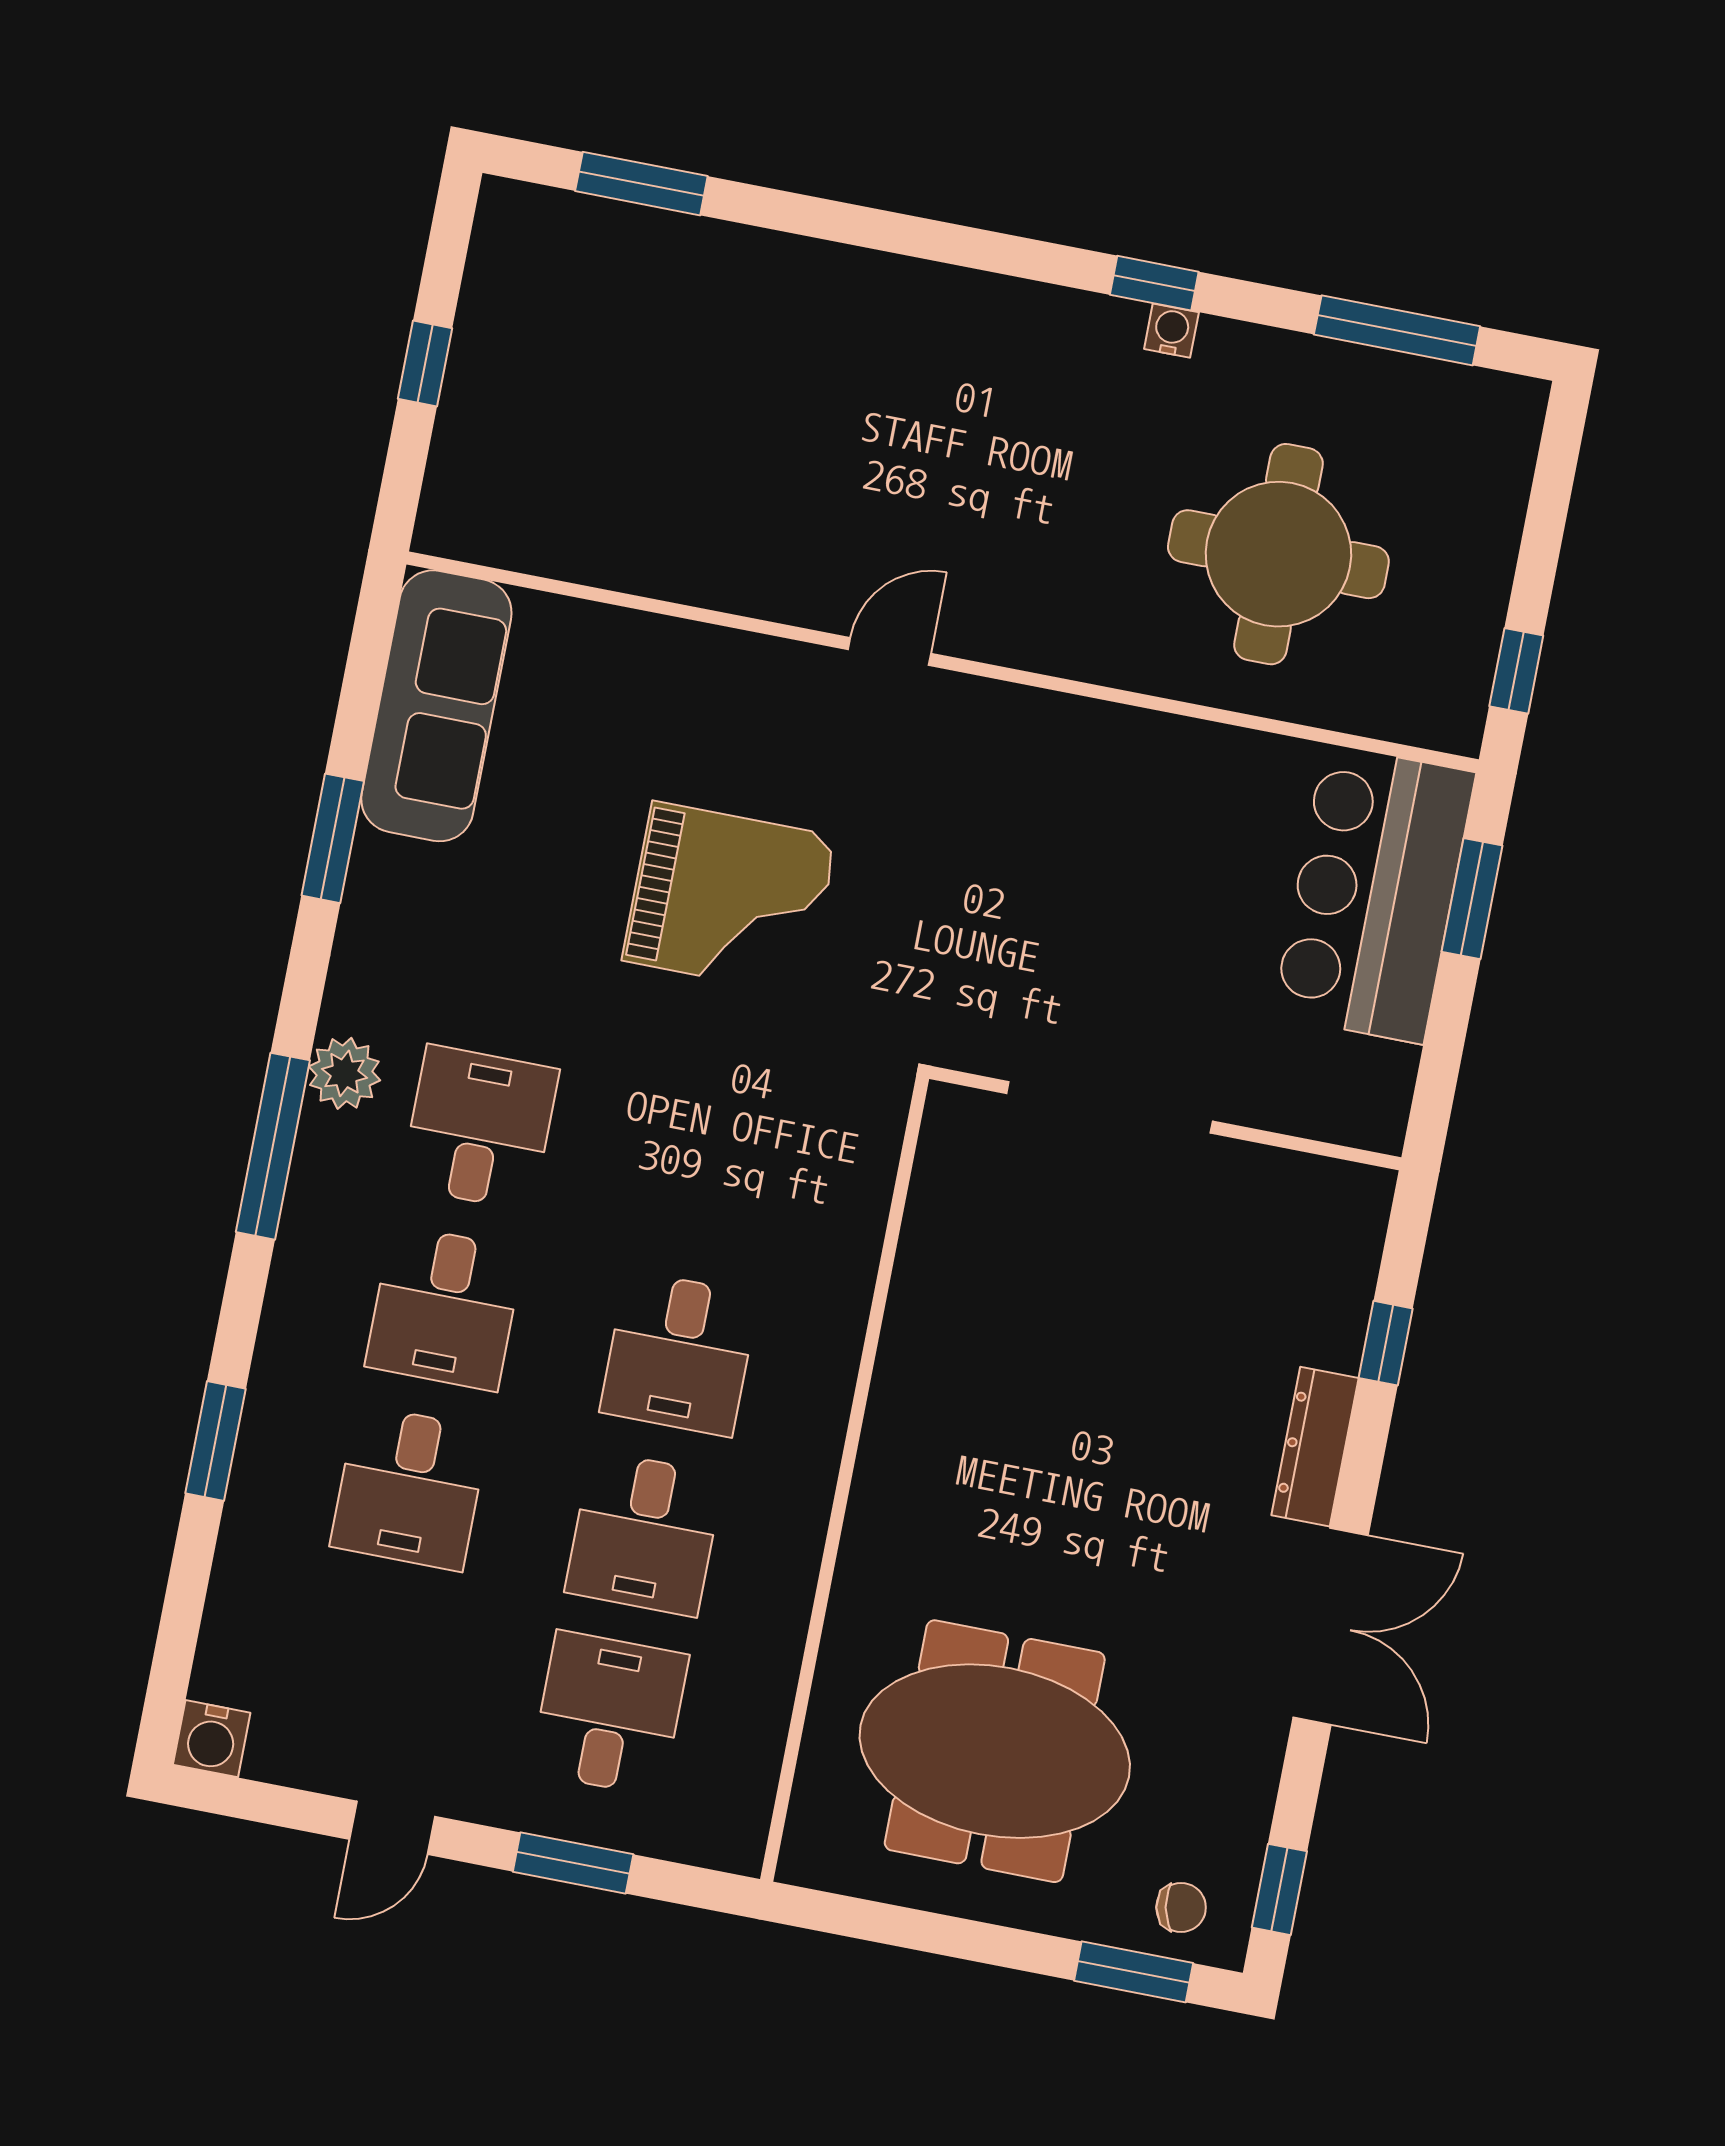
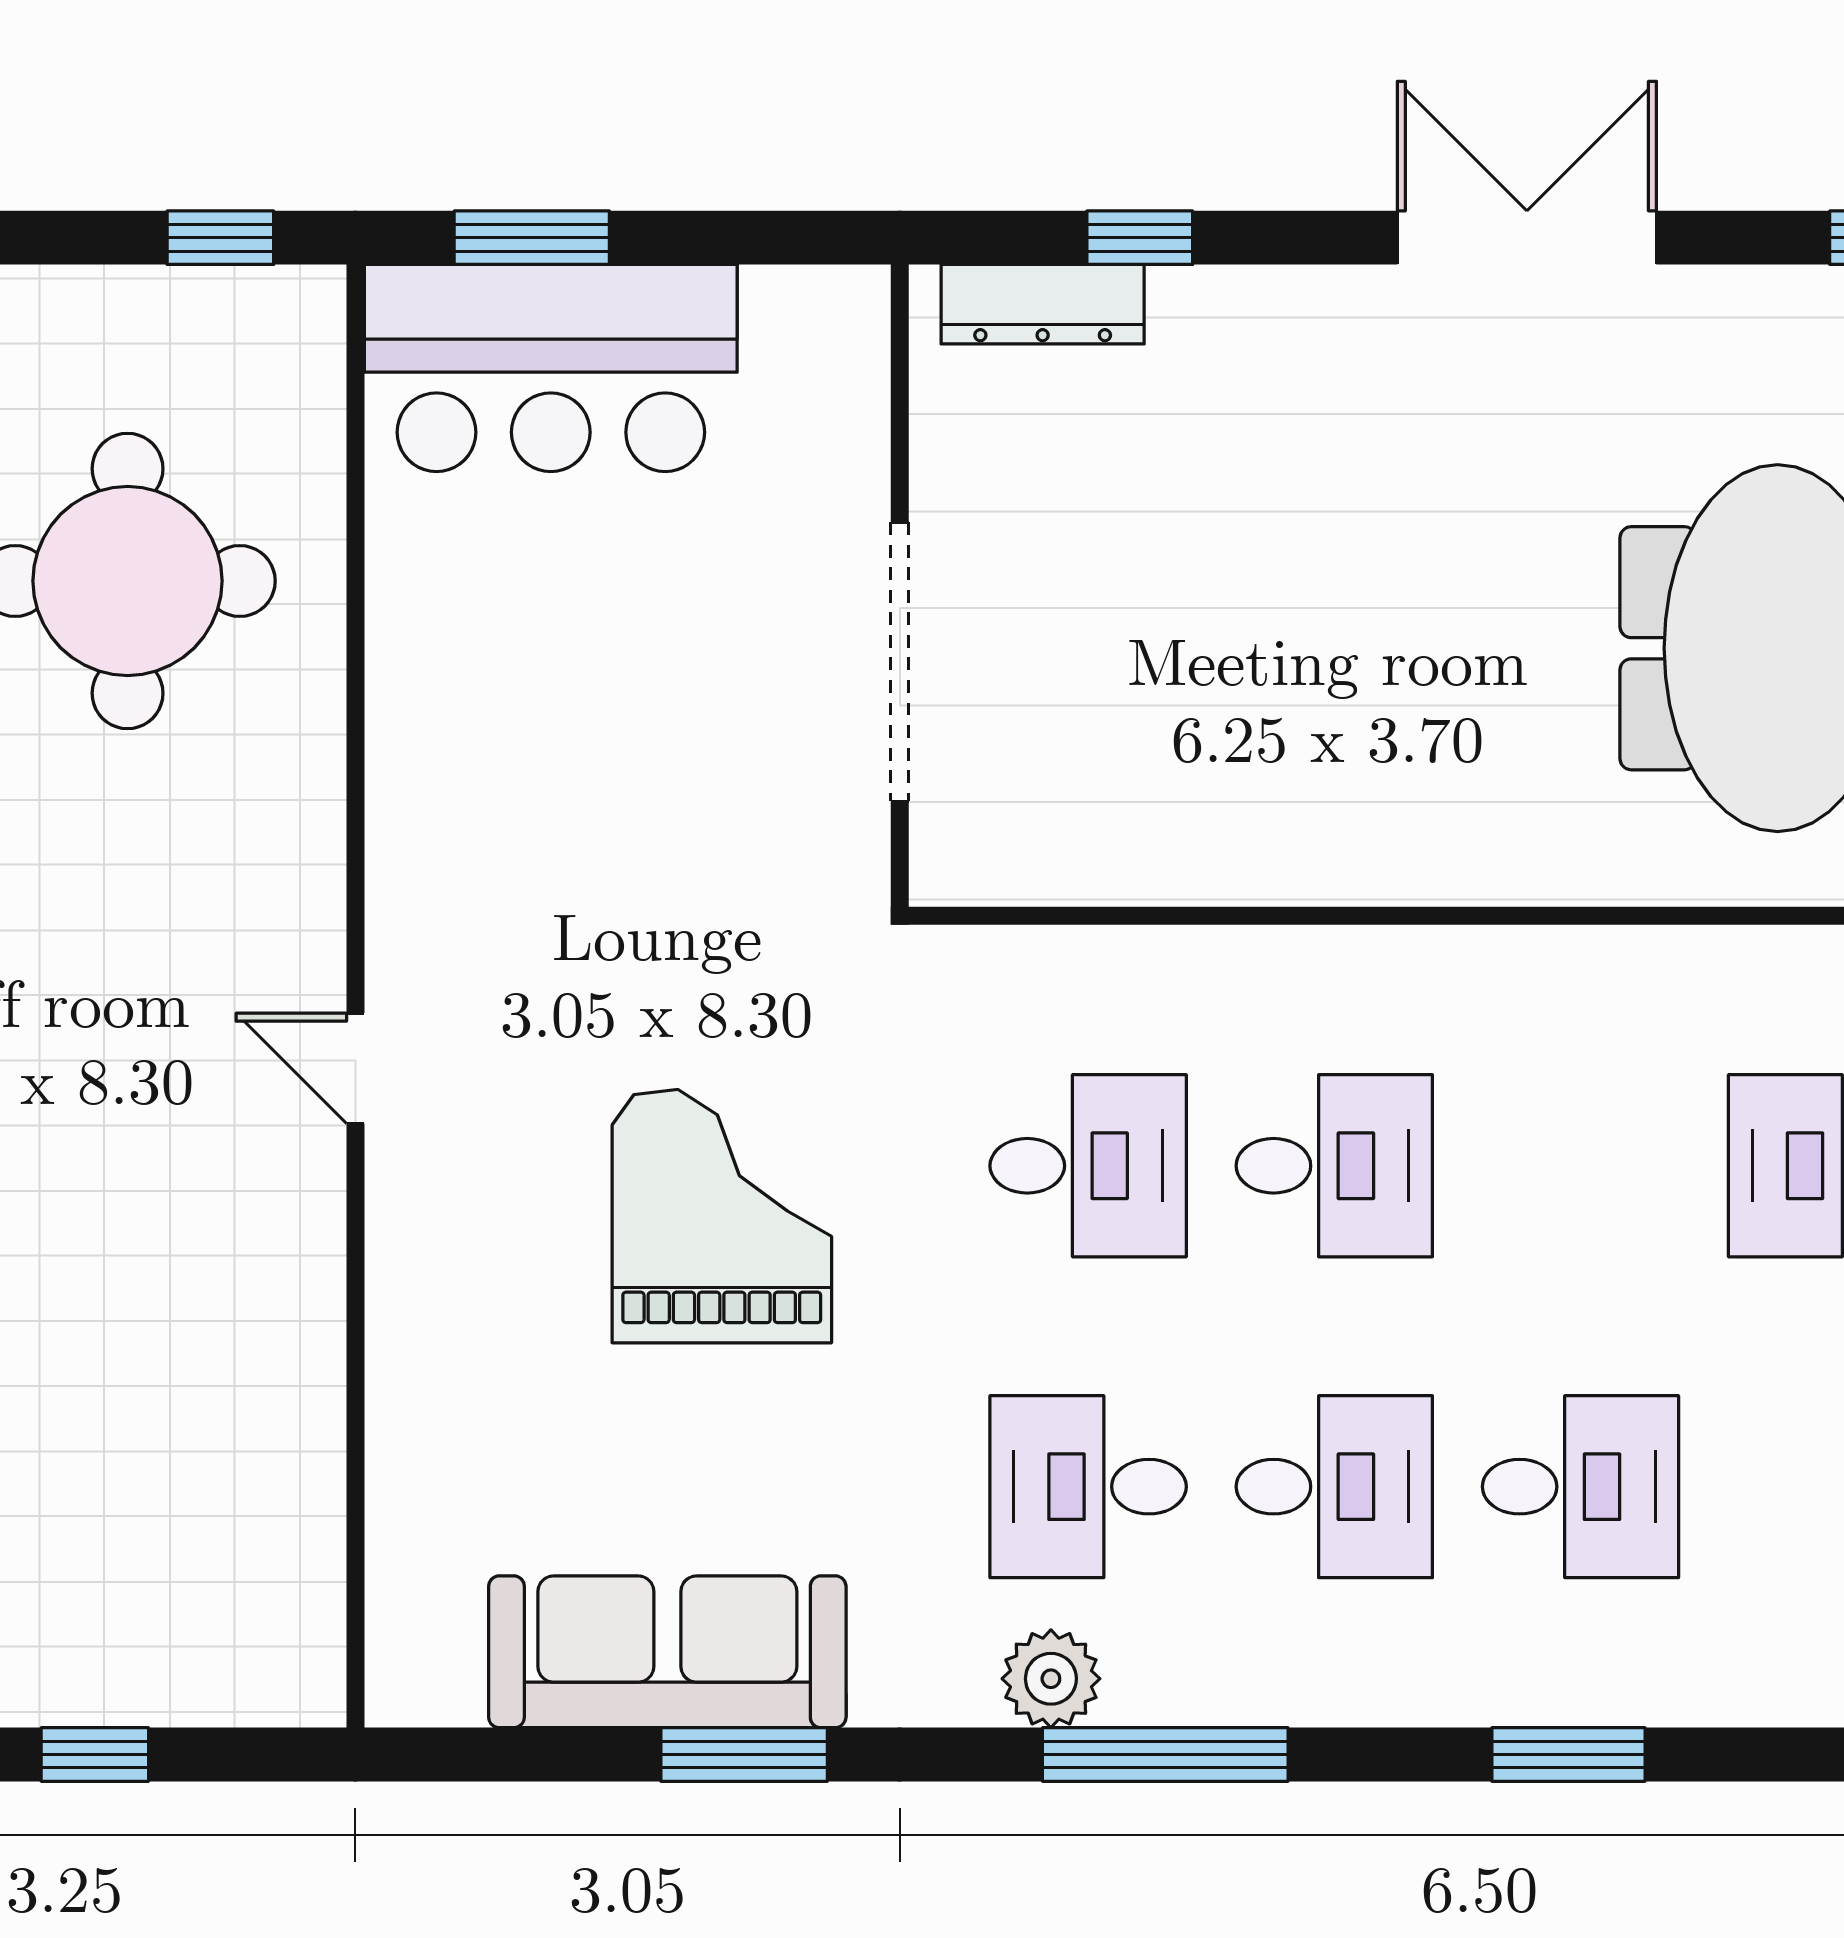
sofa: (436, 706) -> (667, 1652), moved
dresser: (1315, 1447) -> (1043, 304), moved
desk: (644, 1533) -> (1088, 1166), moved

